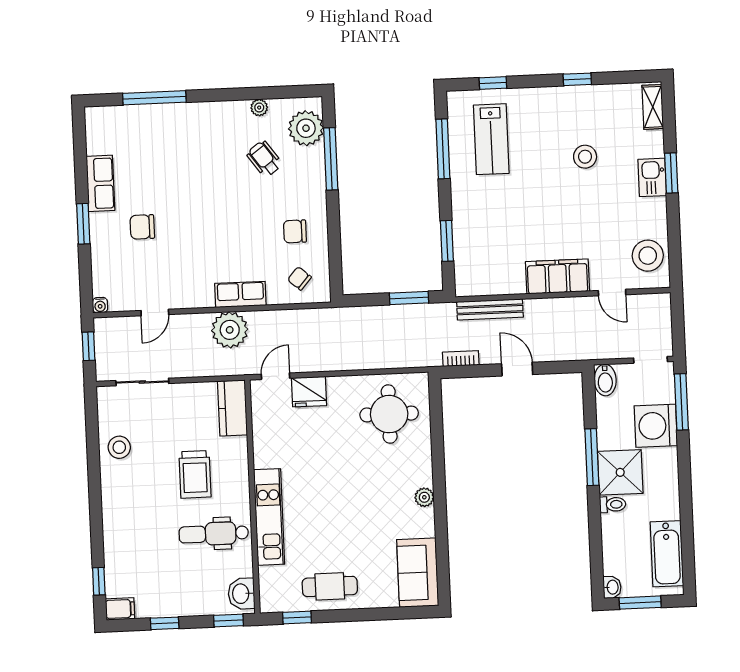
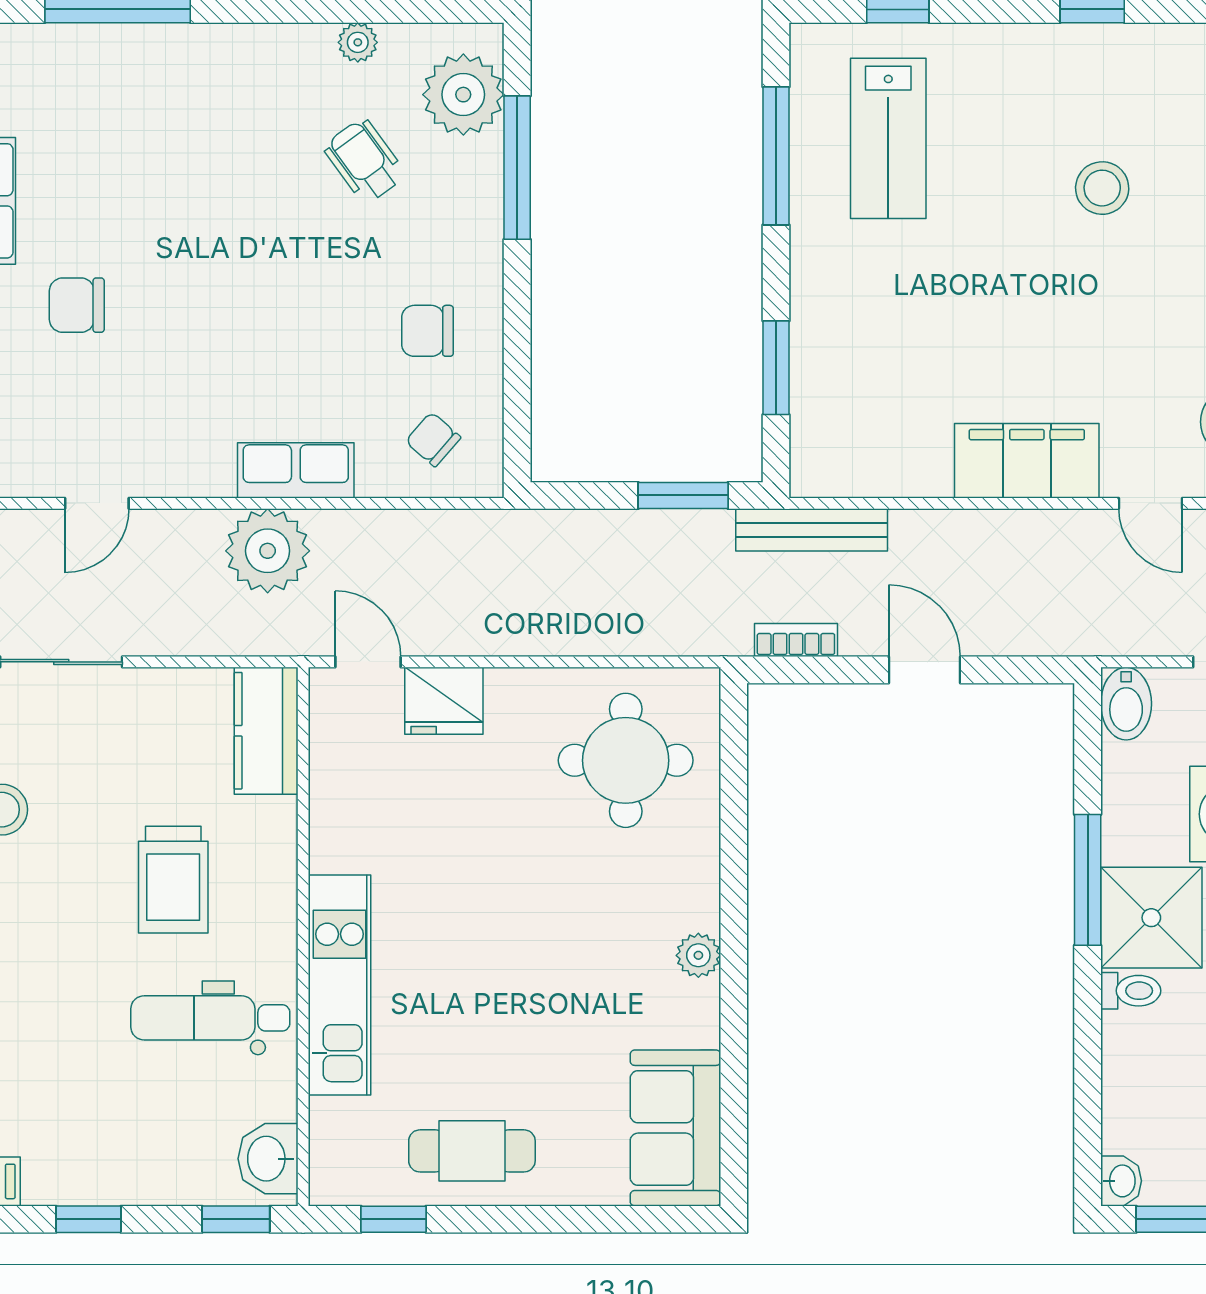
bench: (490, 309) -> (812, 530), moved
door: (275, 376) -> (368, 662), hinge flipped

